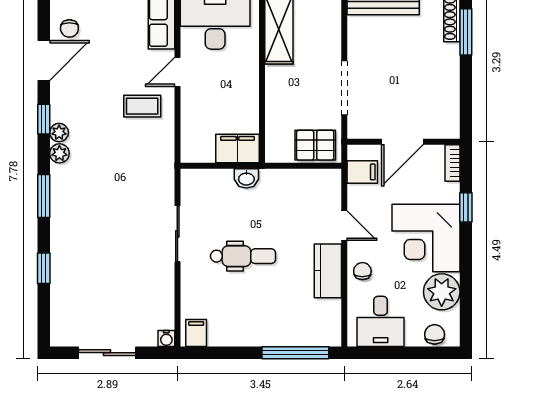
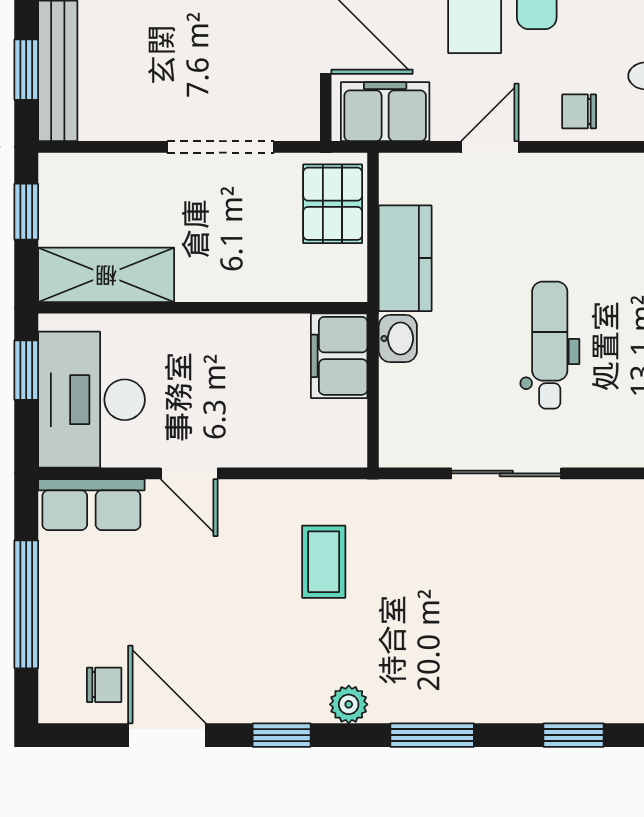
coffee table: (142, 106) -> (324, 562), moved
plant: (59, 133) -> (308, 705), removed
filing cabinet: (362, 172) -> (385, 112), width x2.00
kitchen counter: (328, 271) -> (405, 258), moved, turned -90

